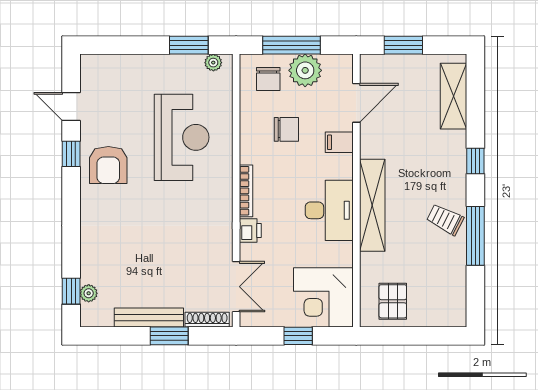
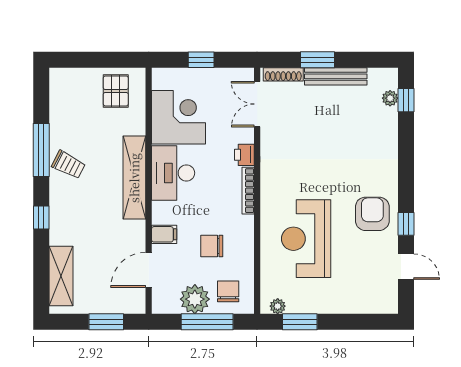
corner desk: (323, 297) -> (178, 117), moved

